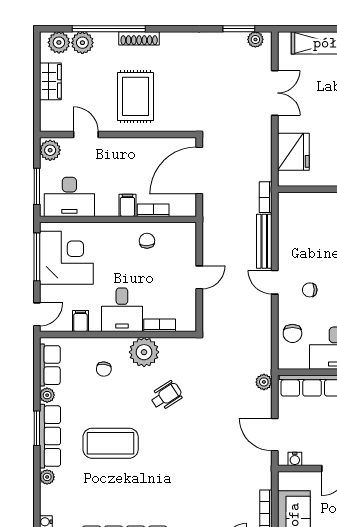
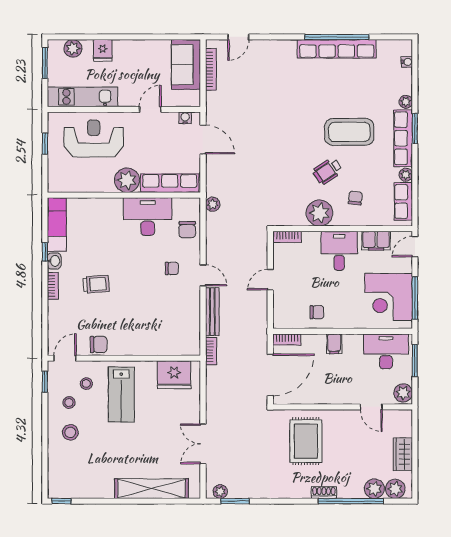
shoe rack: (139, 38) -> (324, 493), width x0.70
rug: (136, 96) -> (306, 441), moved
fridge: (293, 152) -> (174, 375), moved, turned -90
bookcase: (153, 210) -> (287, 339), moved
chair: (147, 241) -> (317, 312), turned -87
filing cabinet: (80, 321) -> (376, 241), width x2.00
bookcase: (160, 325) -> (287, 237), moved
chair: (292, 333) -> (187, 230), turned 180
plant: (264, 382) -> (213, 204), moved
wheelchair: (166, 396) -> (327, 171), moved
window: (37, 428) -> (415, 129), moved

